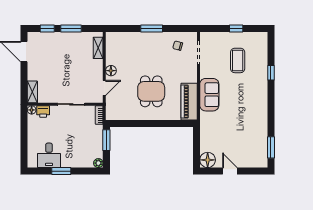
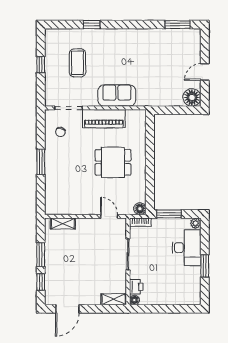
coffee table: (238, 60) -> (77, 63), turned 90
floor lamp: (111, 71) -> (140, 209), moved
piano: (189, 102) -> (104, 119), moved
desk: (49, 155) -> (187, 248), moved, width x1.37

